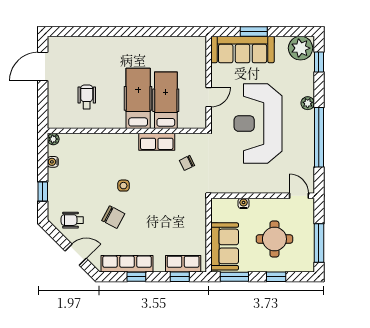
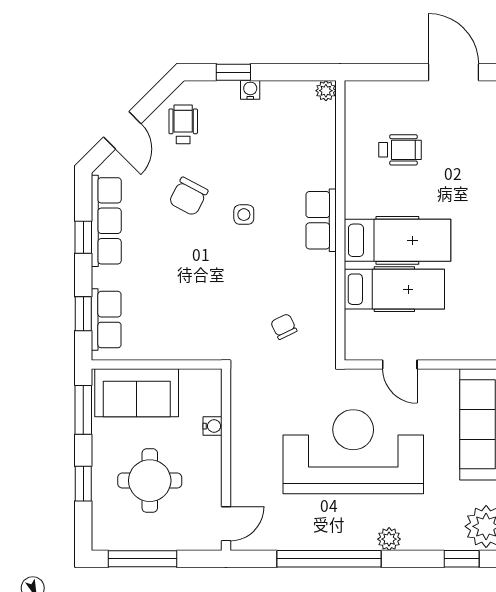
row of seats: (157, 142) -> (321, 220), moved
water cooler: (53, 162) -> (250, 90), moved

